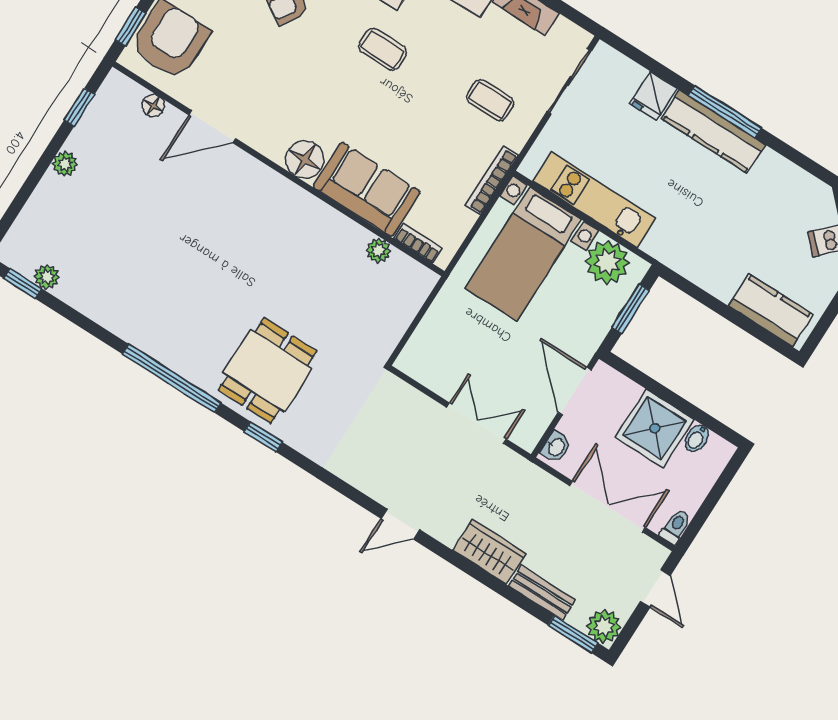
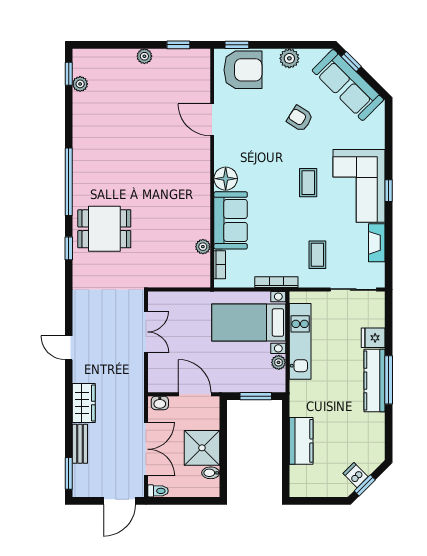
floor lamp: (153, 106) -> (204, 83), removed
plant: (607, 262) -> (279, 362), width x0.53, depth x0.53
kitchen counter: (770, 310) -> (301, 441), moved
door: (575, 391) -> (195, 394), hinge flipped
double door: (477, 423) -> (146, 332), moved
door: (655, 588) -> (120, 501), width x1.38
plant: (604, 627) -> (83, 487), removed

